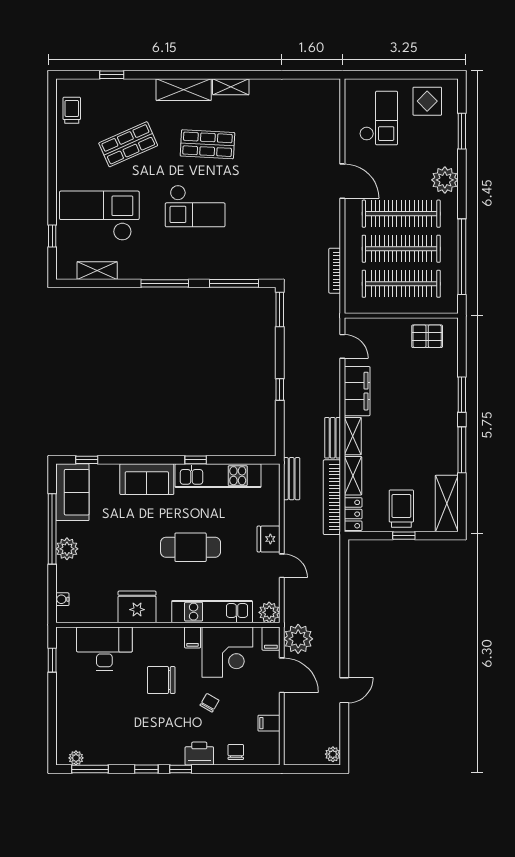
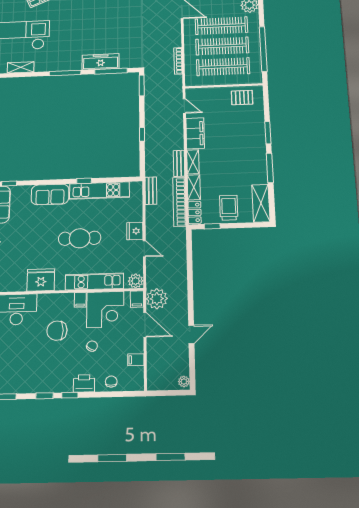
checkout: (195, 206) -> (86, 27), removed
freezer: (218, 267) -> (101, 62), added
window: (404, 536) -> (212, 226), moved

